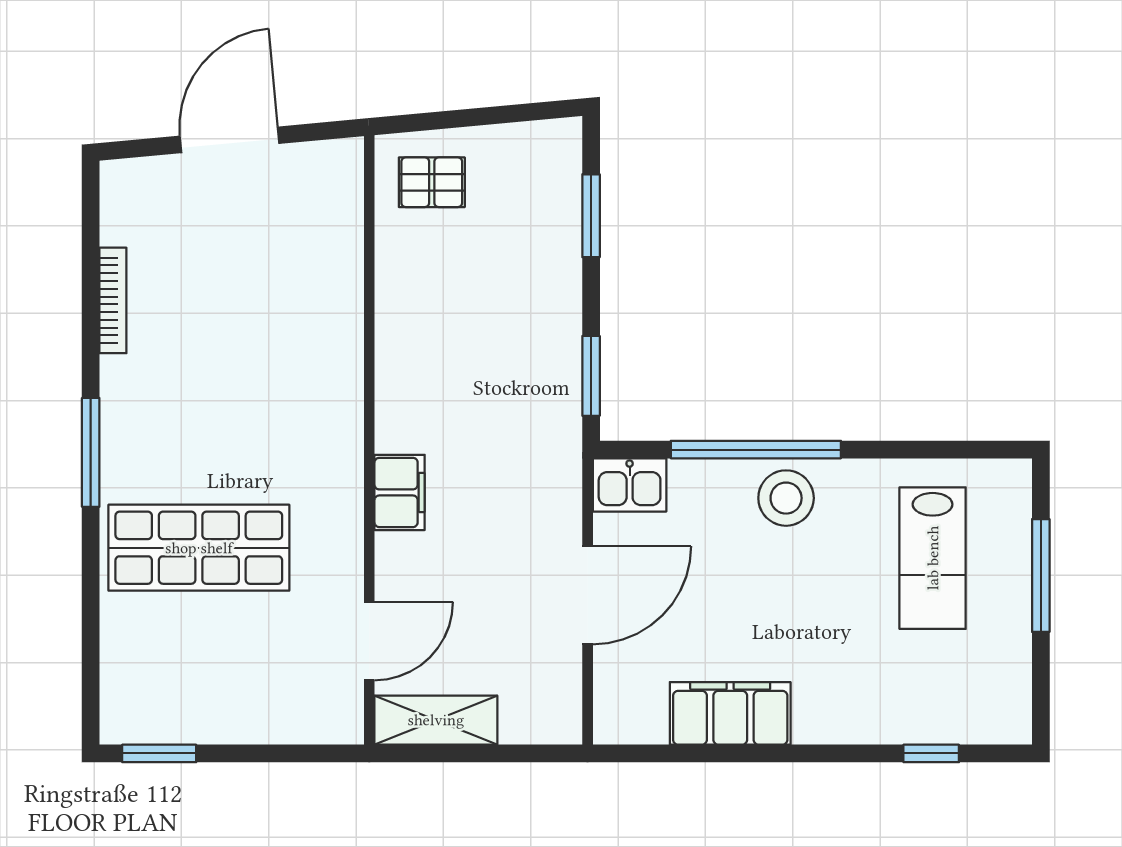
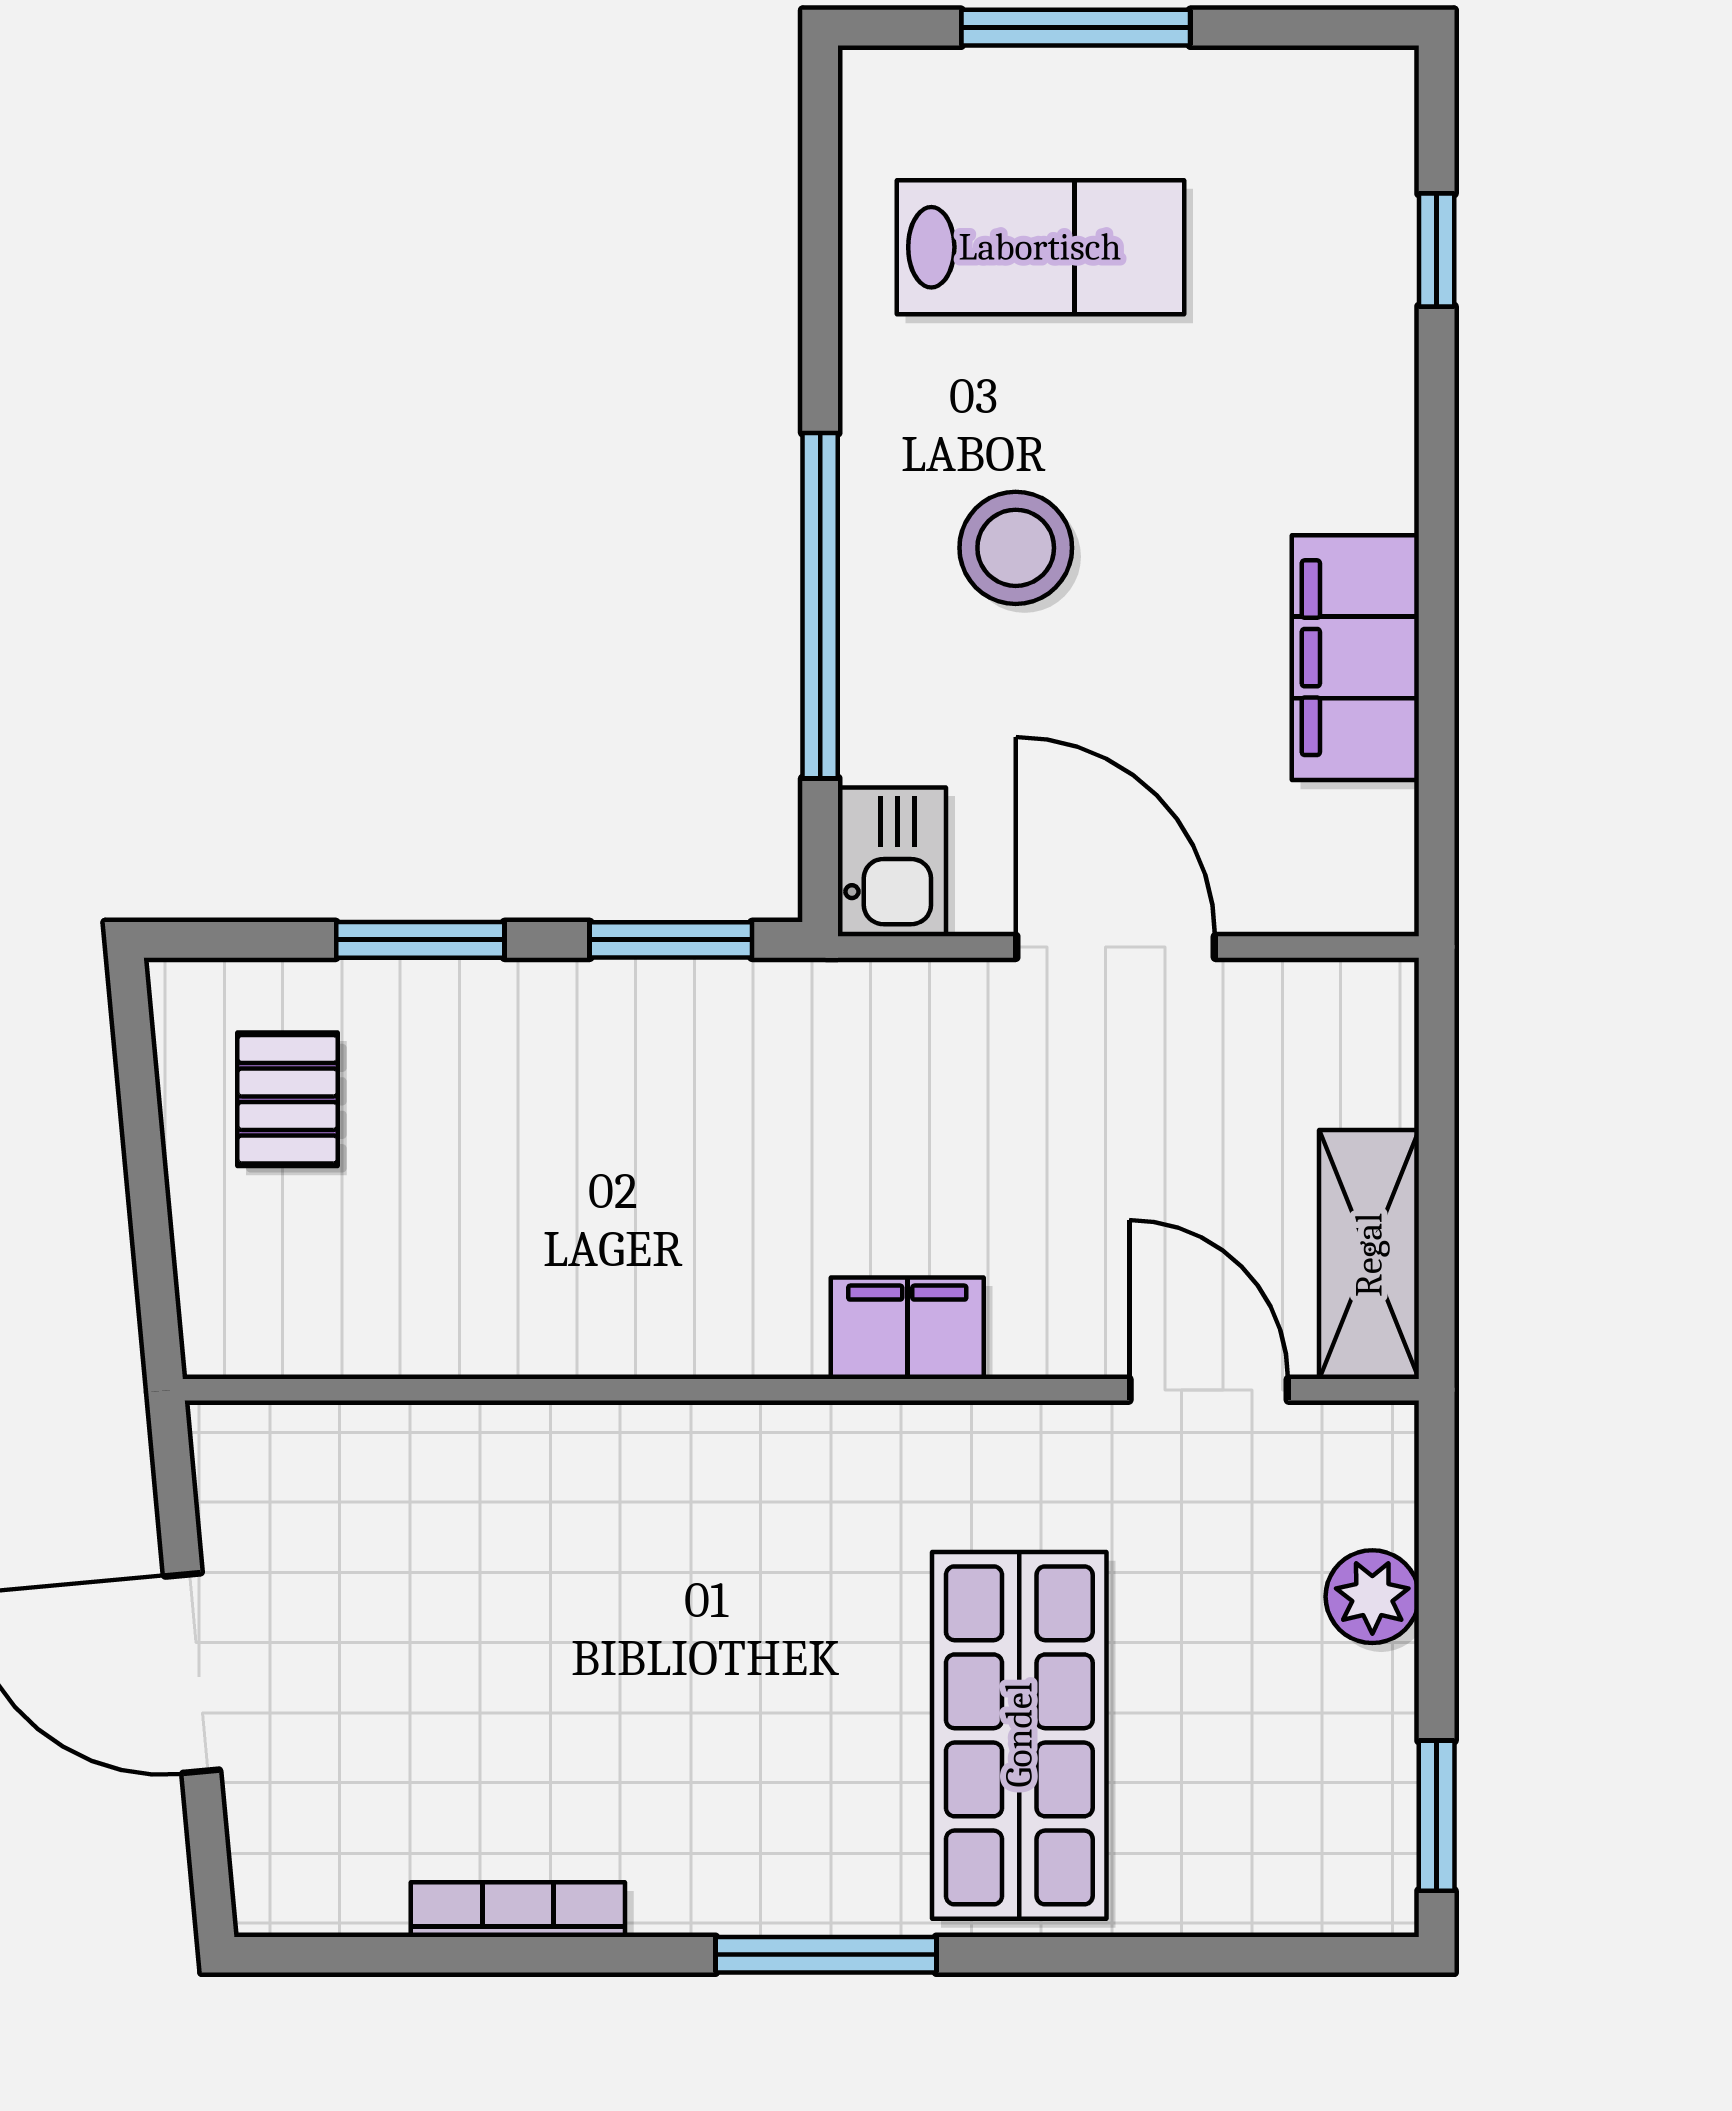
pallet: (432, 182) -> (288, 1099), moved
window: (591, 216) -> (420, 940), moved
stool: (786, 498) -> (1016, 548), moved
plant: (267, 722) -> (1372, 1597), added

